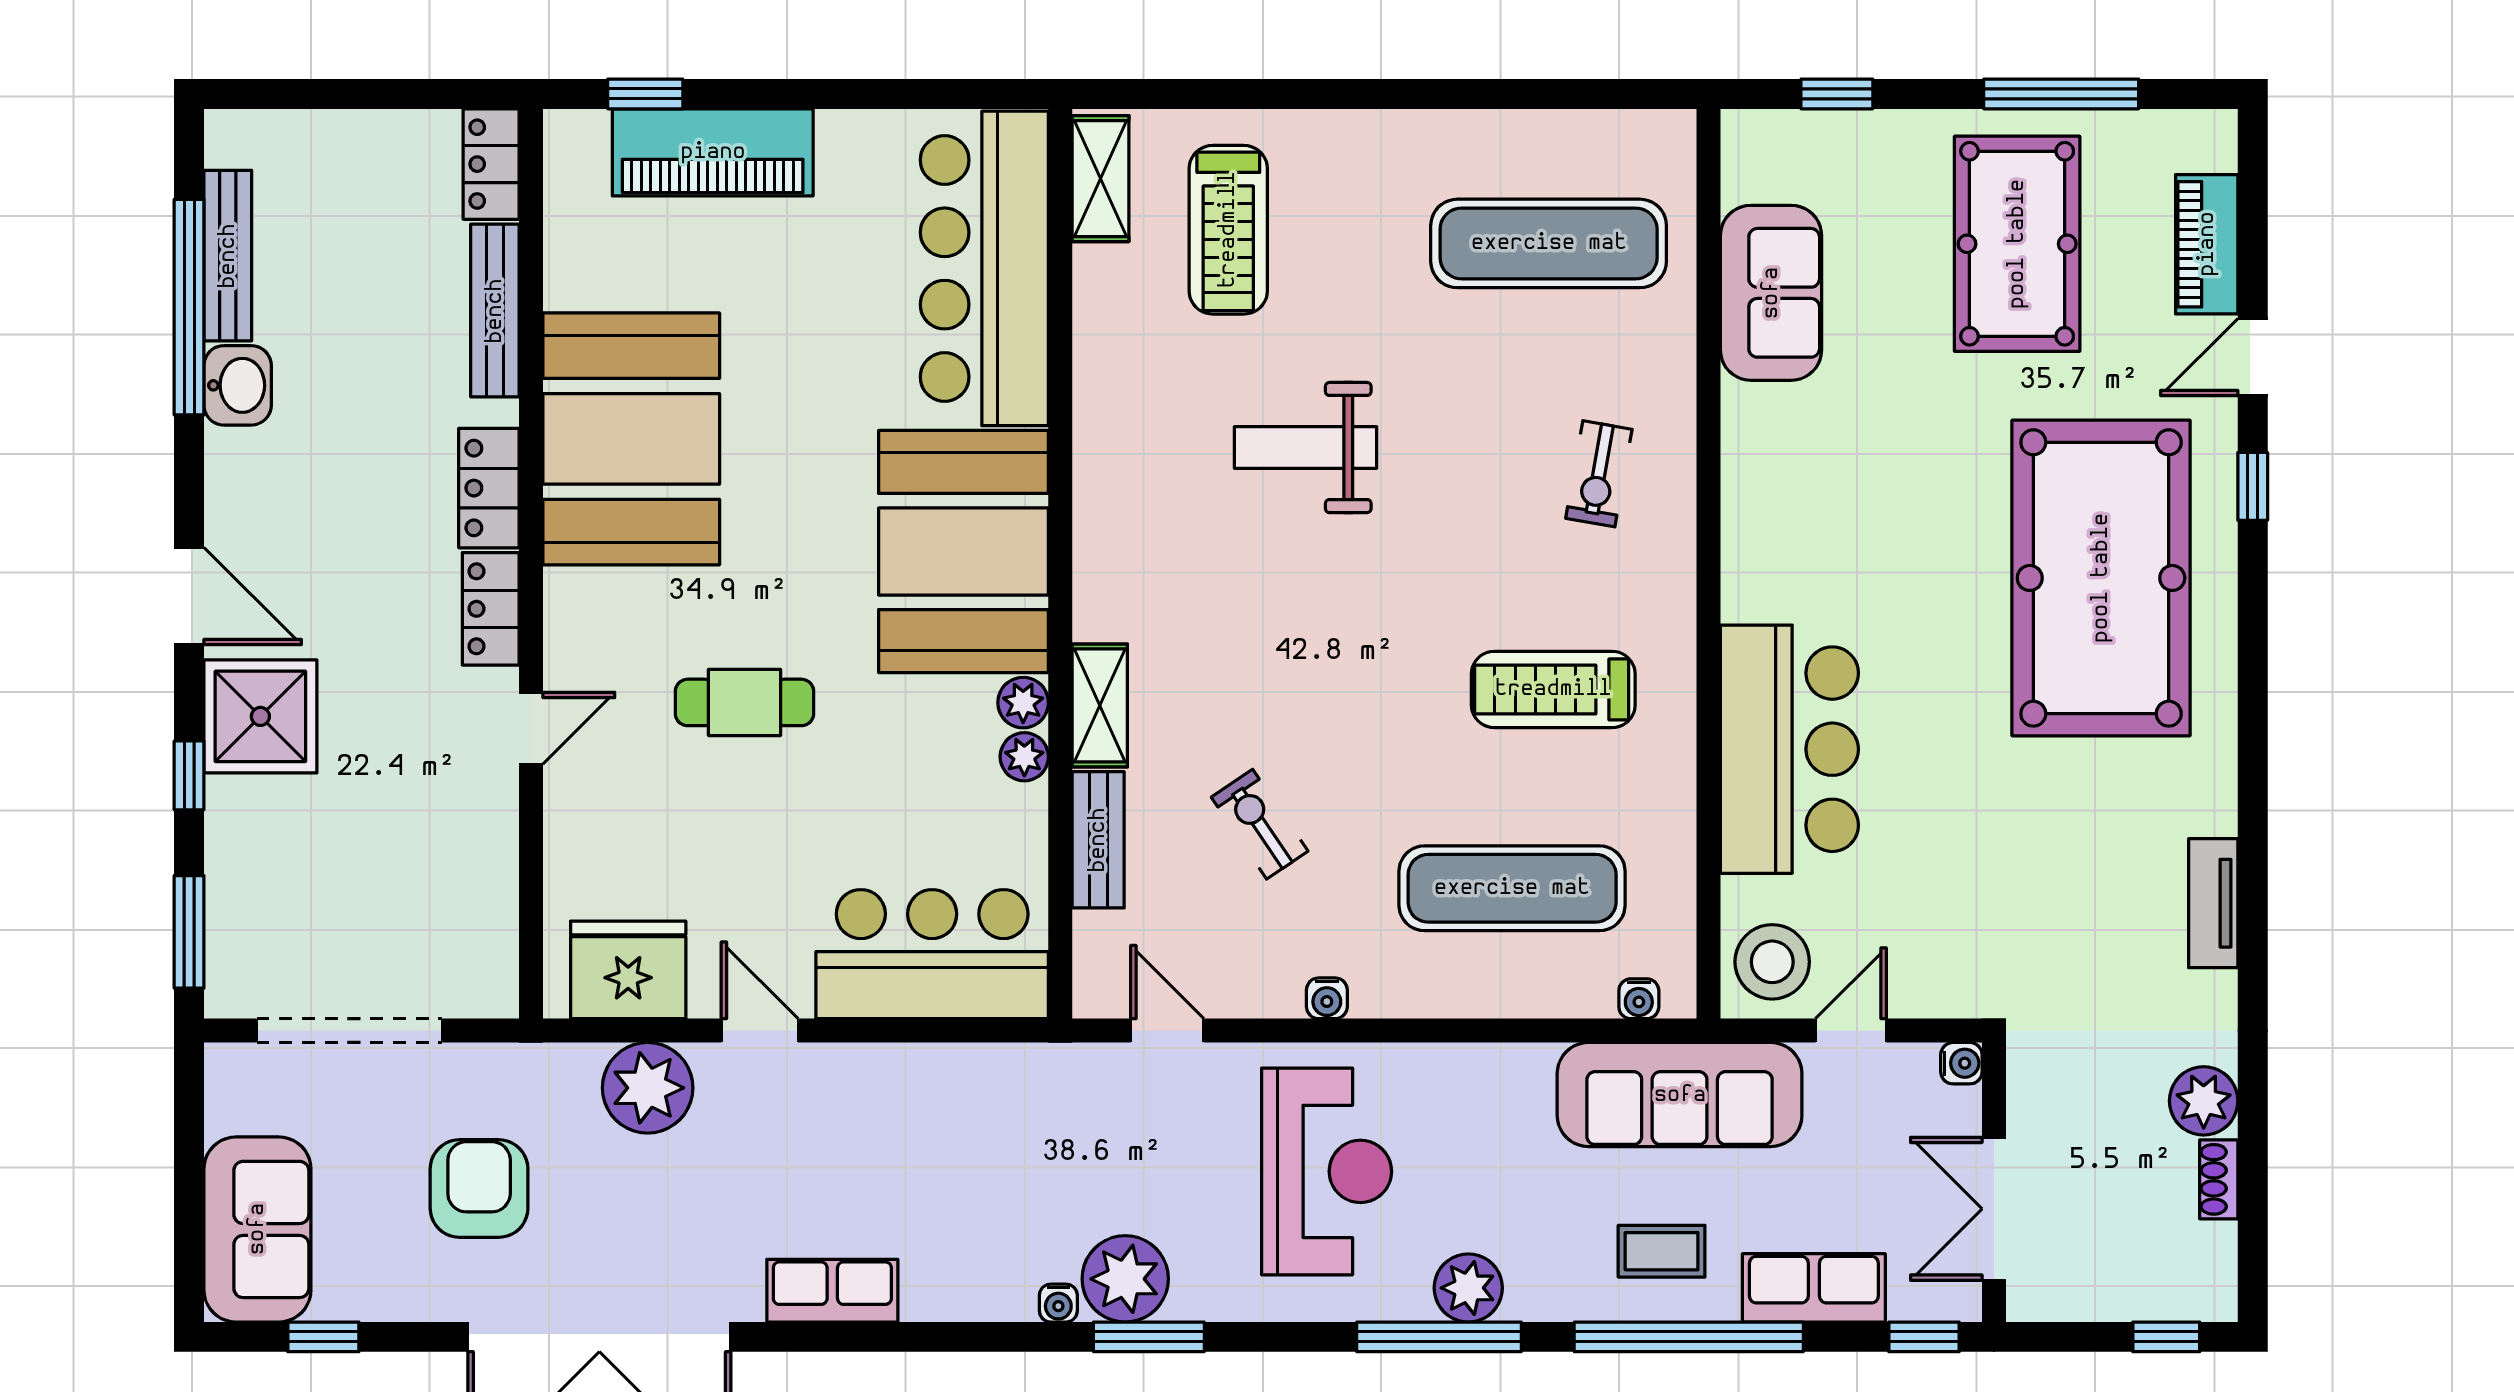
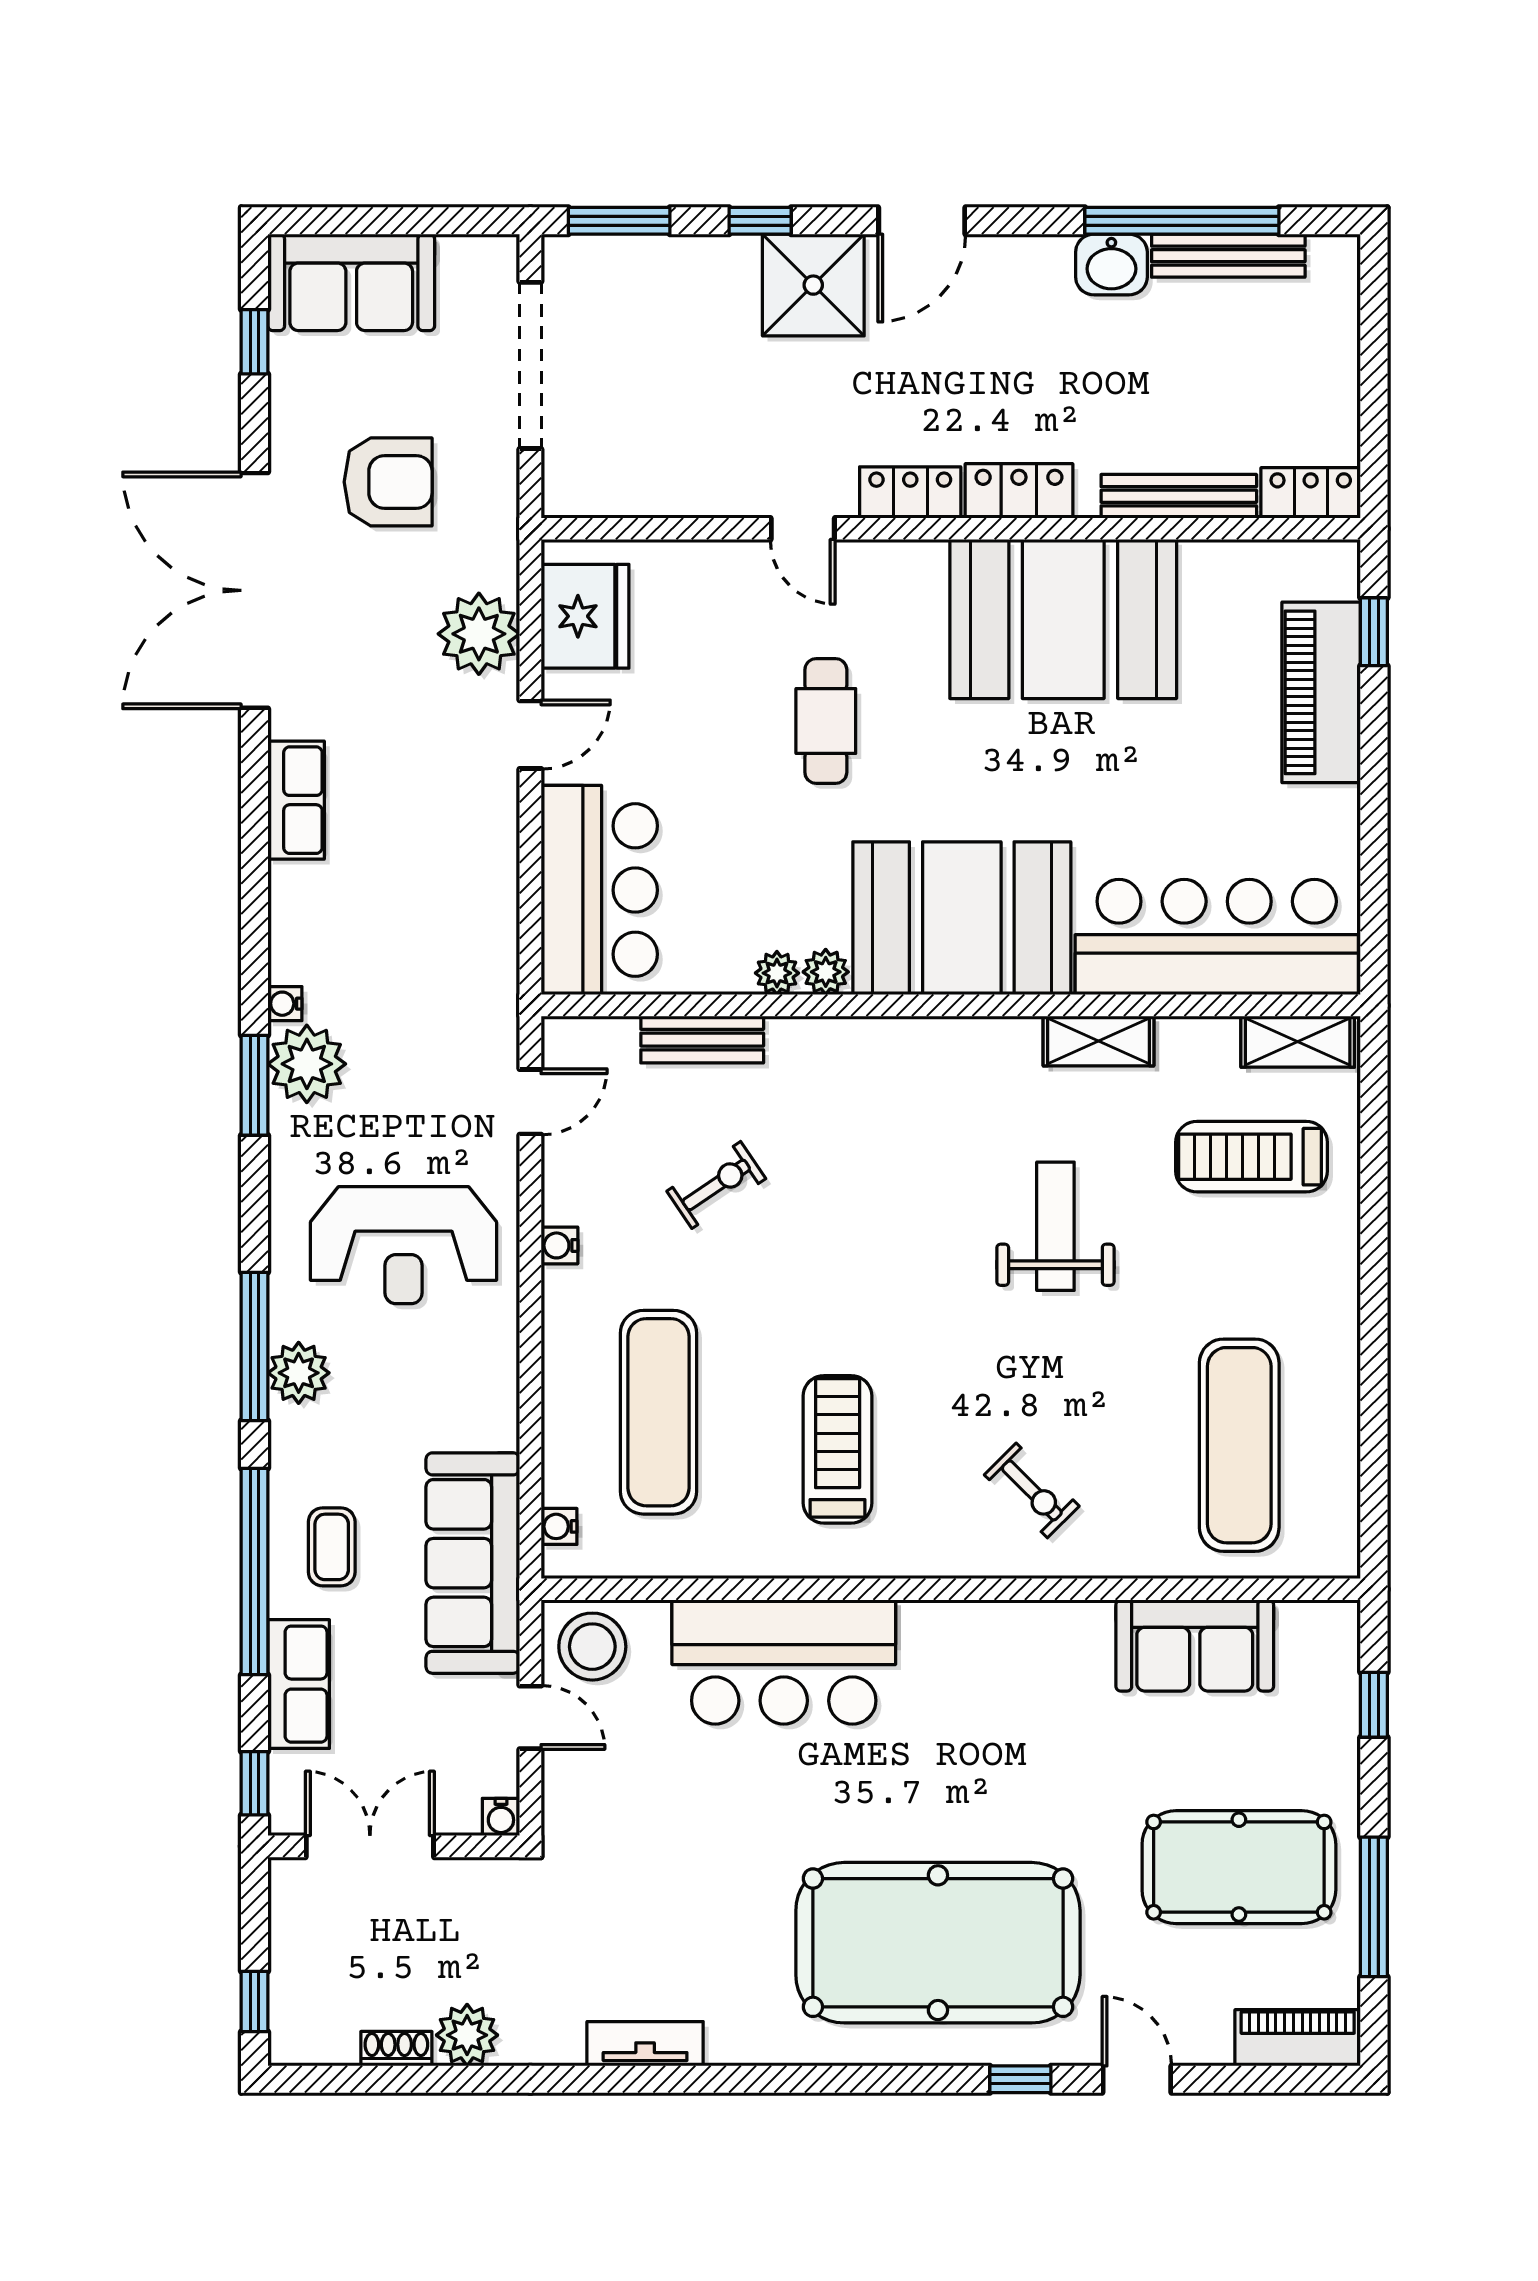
piano: (2207, 244) -> (1298, 2038), moved
exercise bike: (1599, 474) -> (1032, 1490), turned -145
shelving: (1100, 705) -> (1099, 1041), moved

